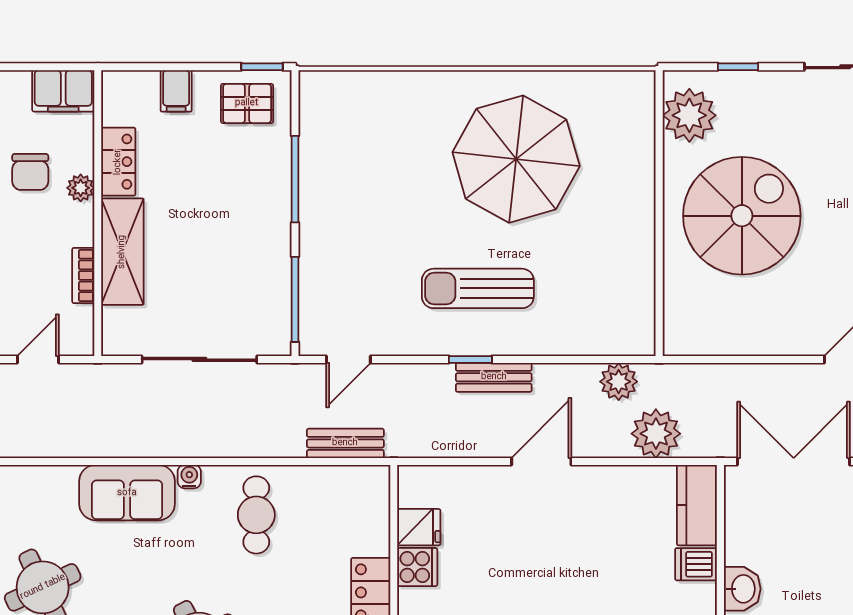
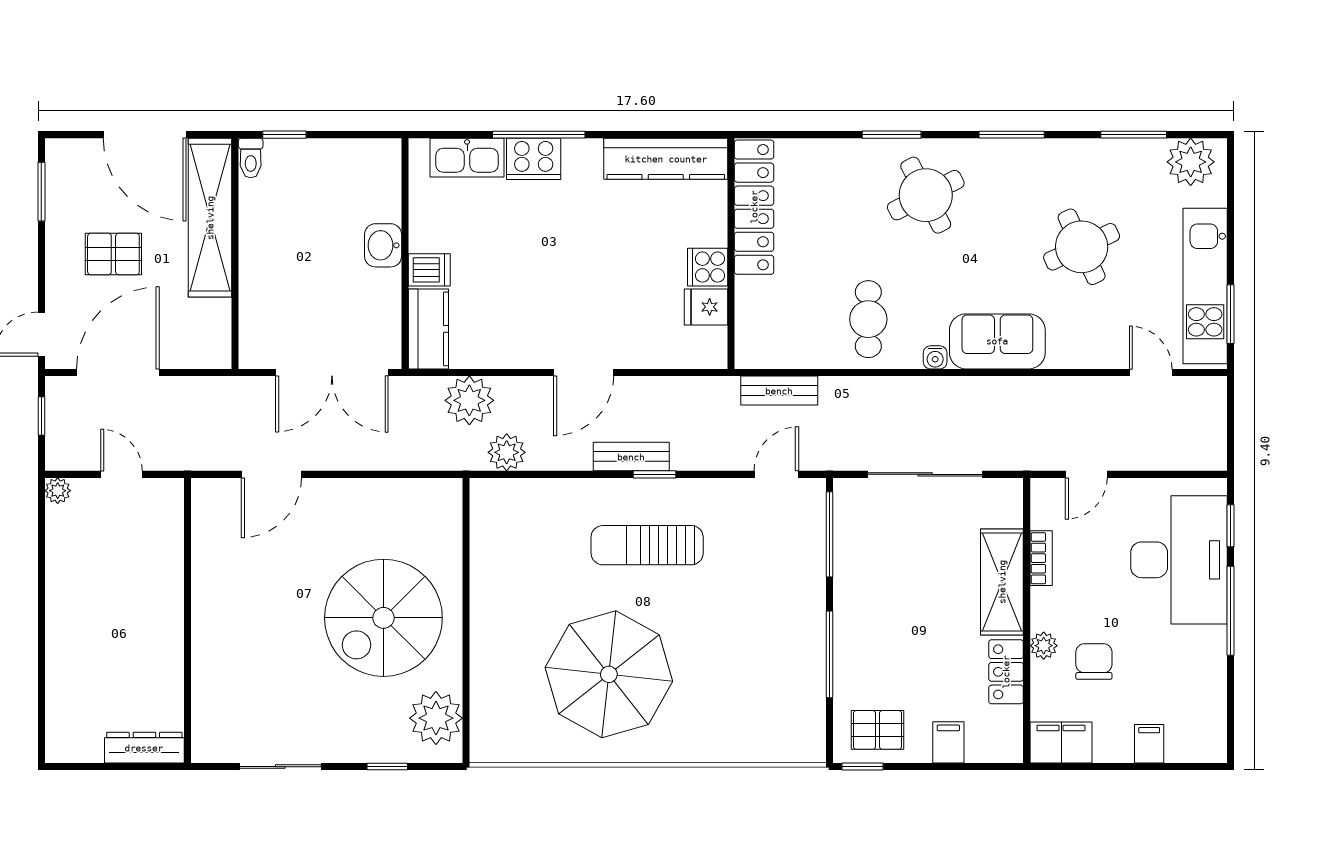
sun lounger: (478, 288) -> (647, 545), turned 180

